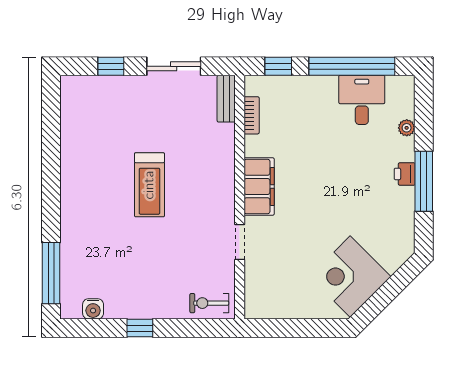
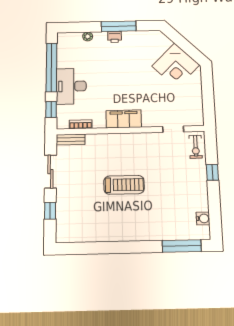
desk: (362, 100) -> (71, 86), moved, width x1.37
doorway: (240, 242) -> (173, 129), moved
window: (140, 328) -> (212, 172), moved

